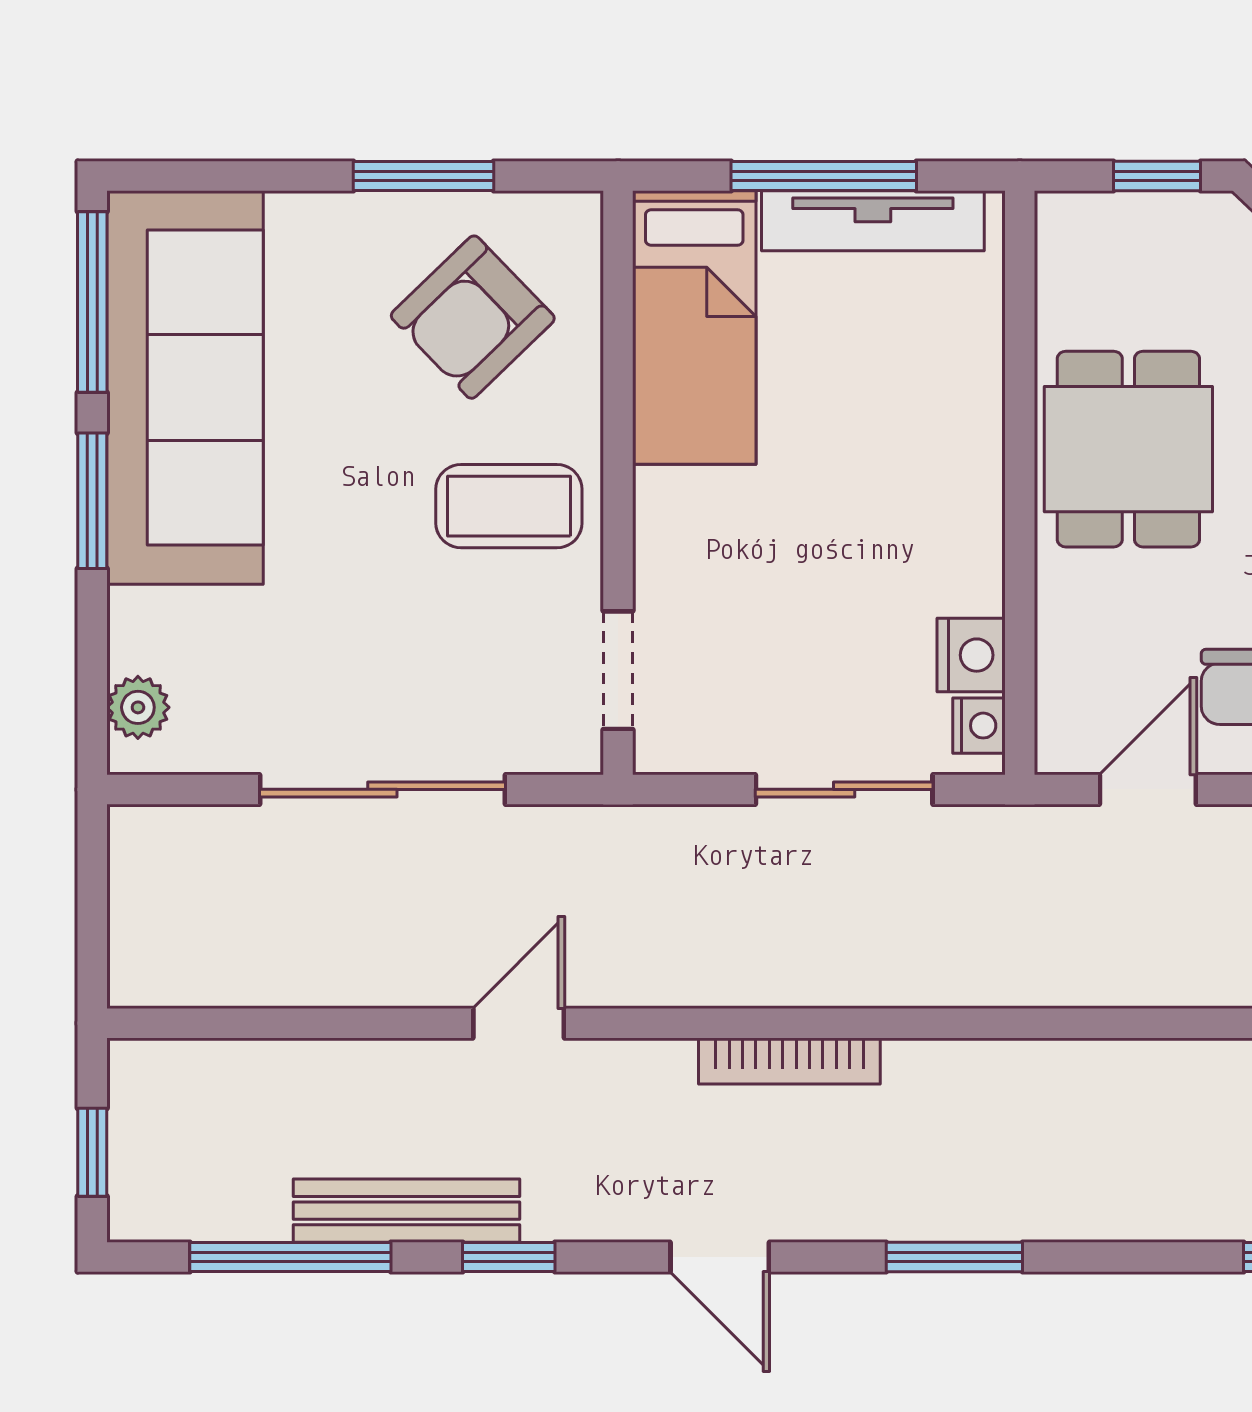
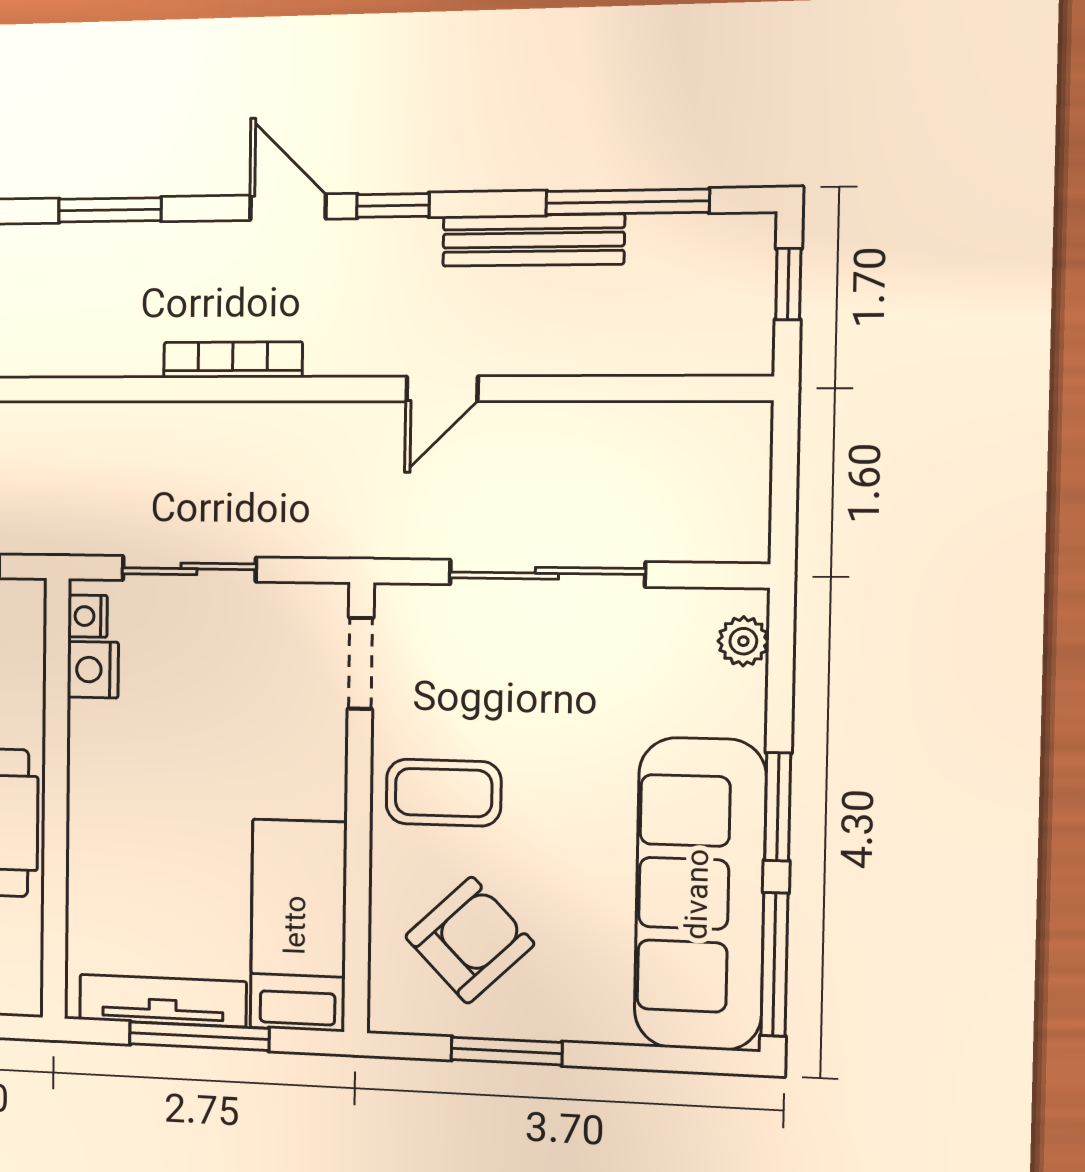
window: (509, 1257) -> (393, 205), moved

